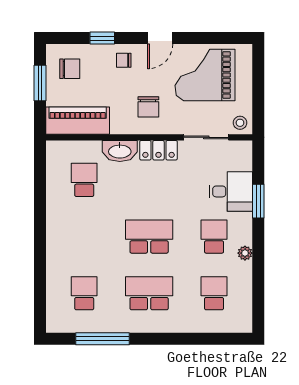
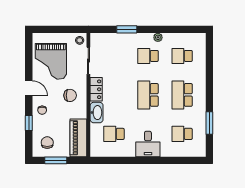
desk: (231, 191) -> (148, 144), moved, turned 180
window: (103, 339) -> (209, 123), width x0.69

